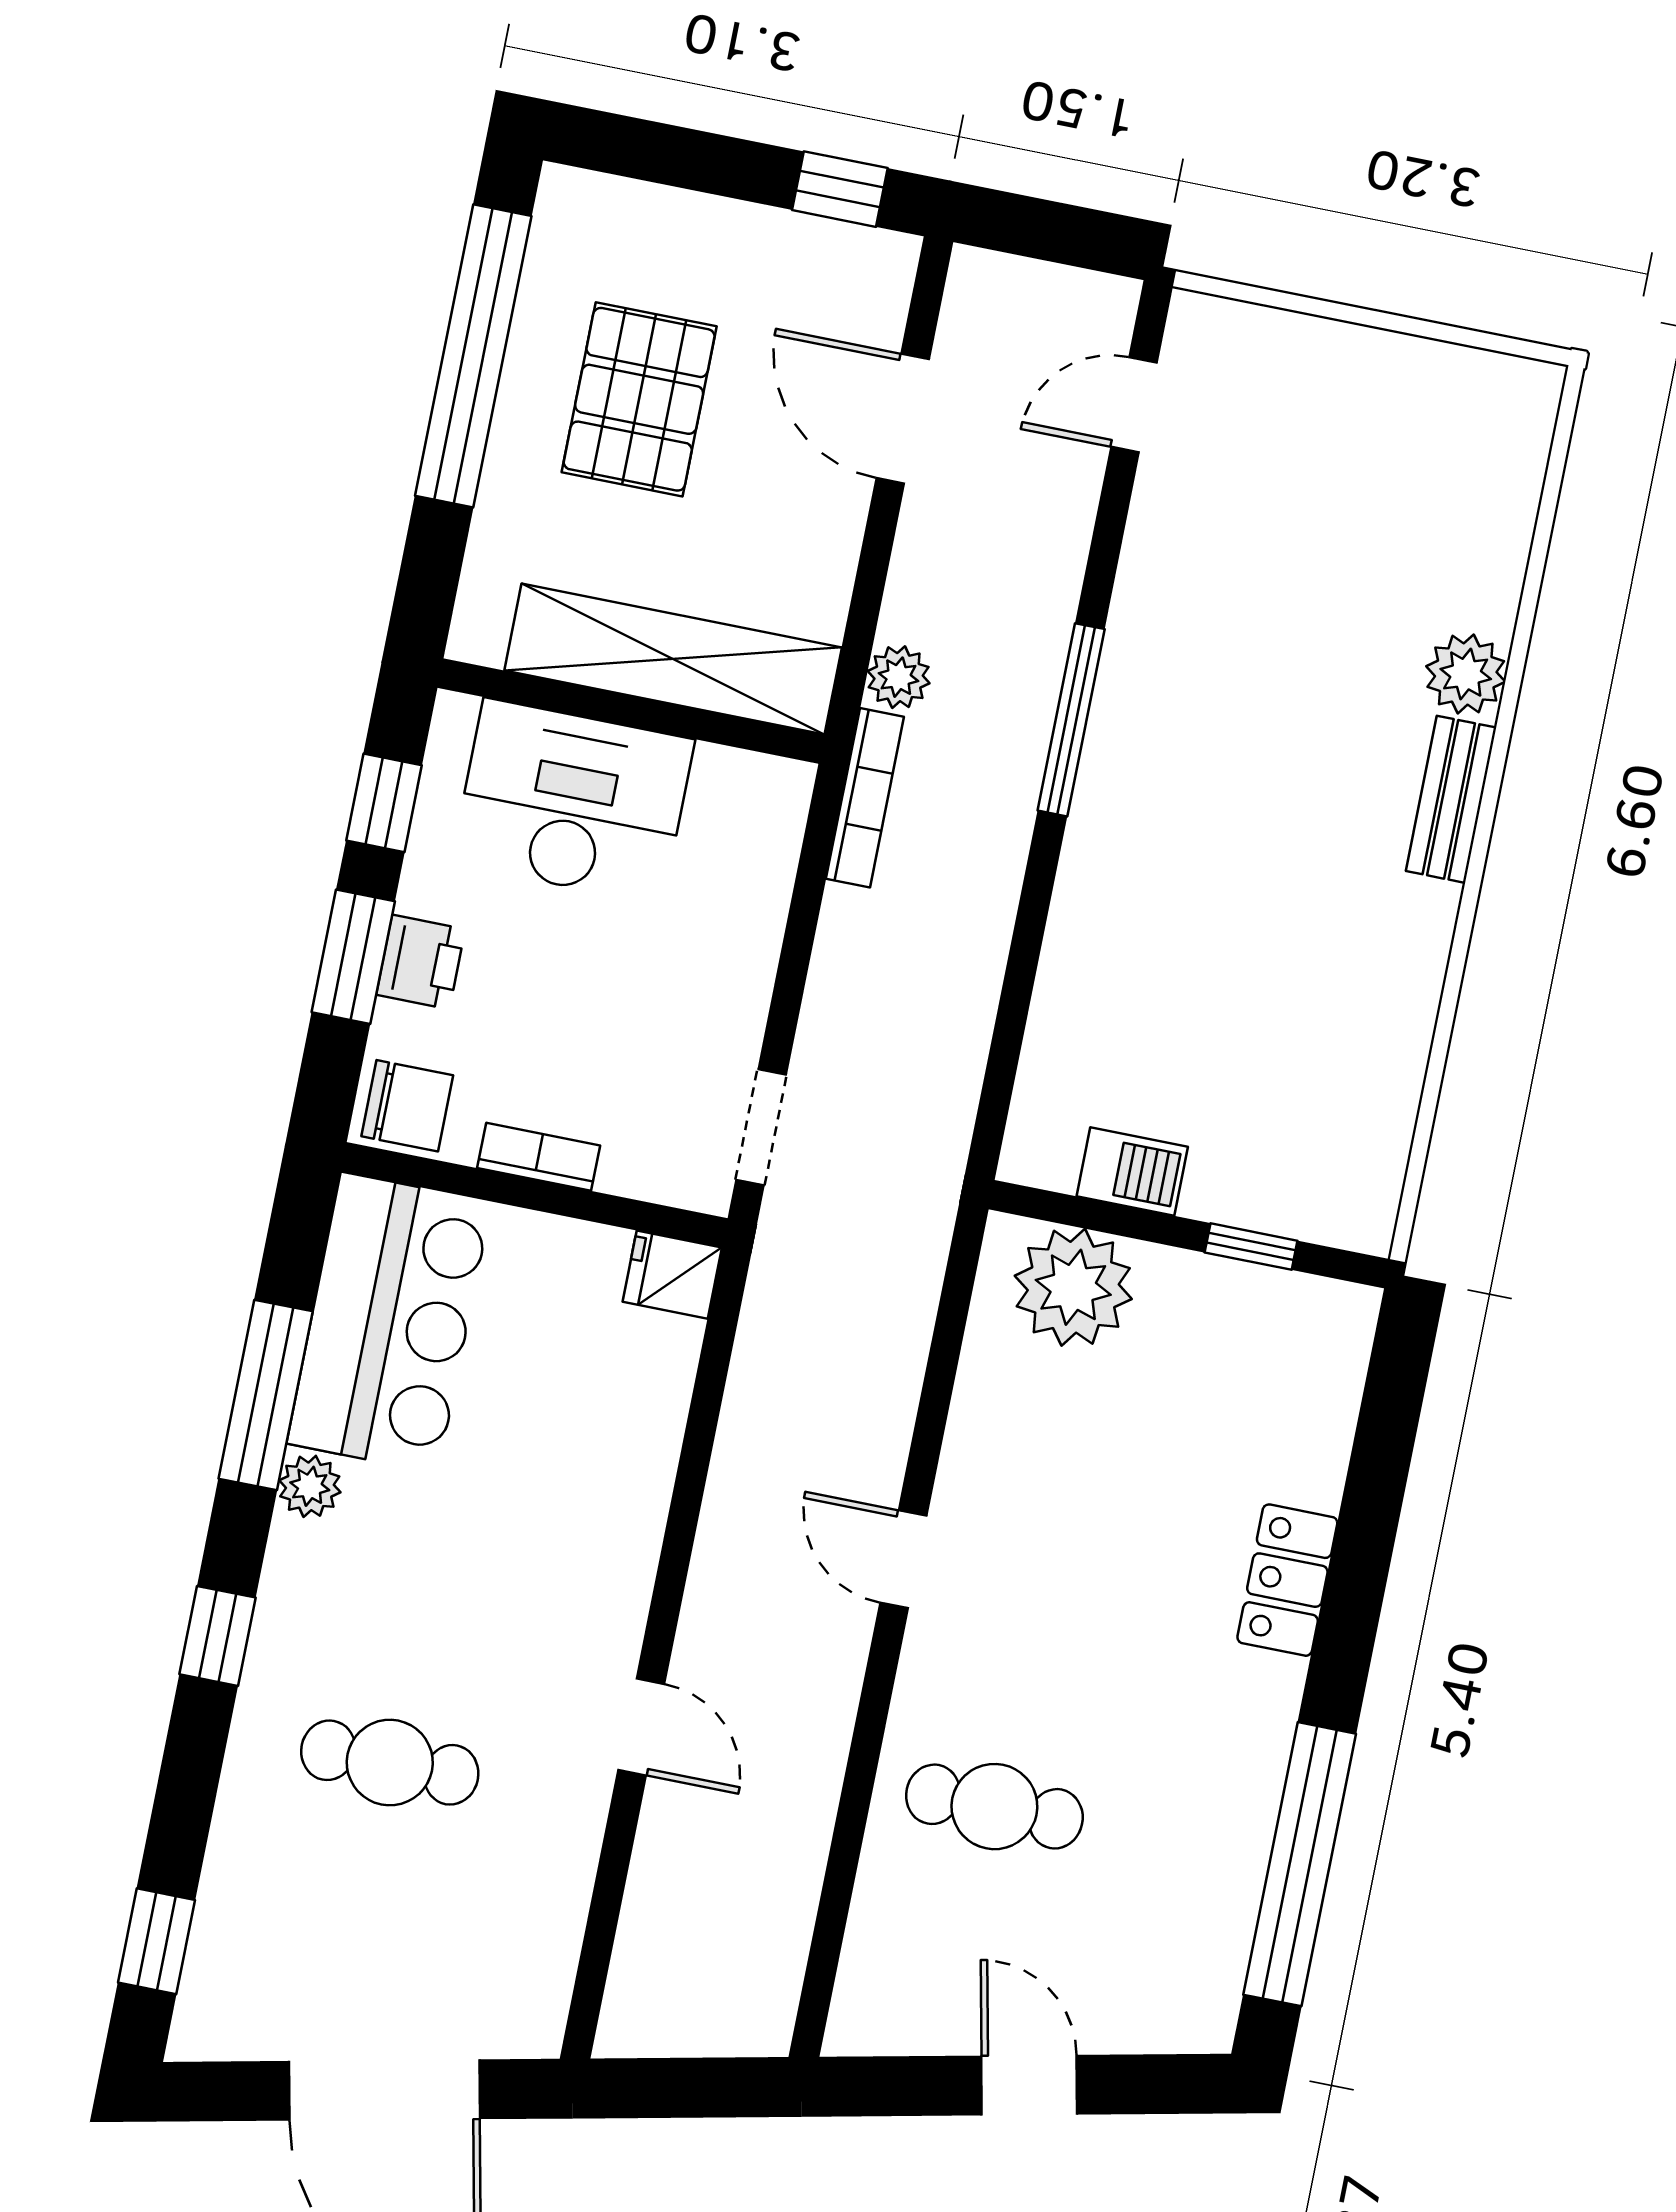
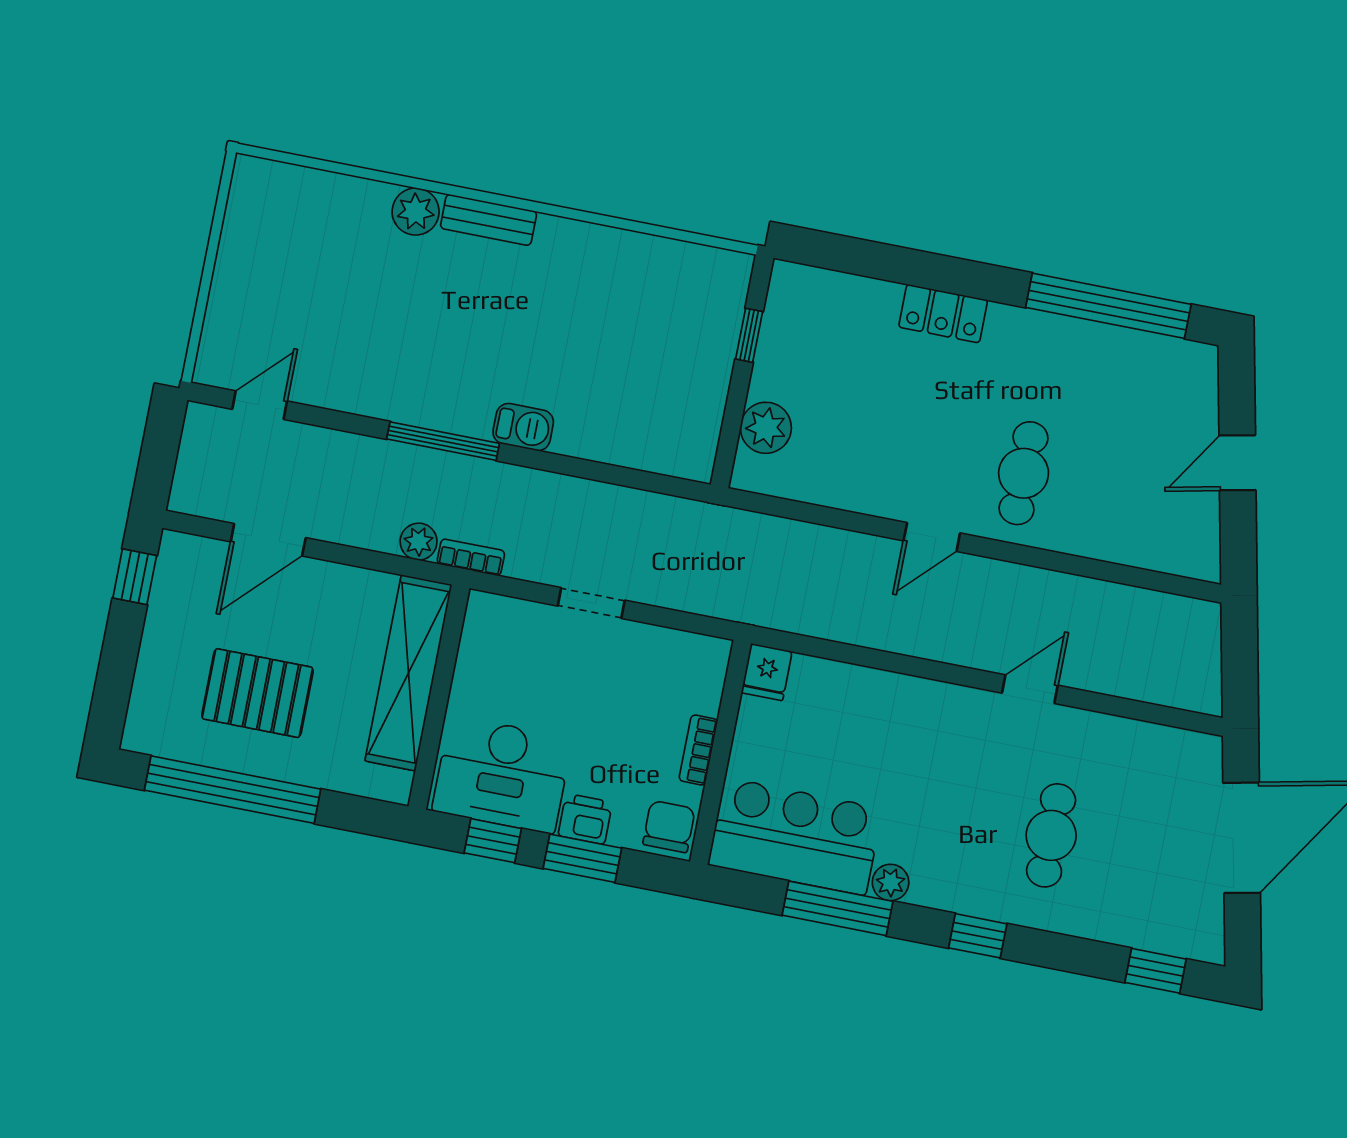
door: (1134, 405) -> (260, 405), swing flipped
bookcase: (865, 798) -> (471, 557), width x0.64
desk: (573, 801) -> (502, 775), moved, turned -90
doorway: (761, 1127) -> (591, 603), moved
barbecue: (1132, 1172) -> (523, 427), moved, turned 90
plant: (1073, 1287) -> (766, 428), width x0.73, depth x0.73
cafe table: (994, 1807) -> (1024, 473), moved

